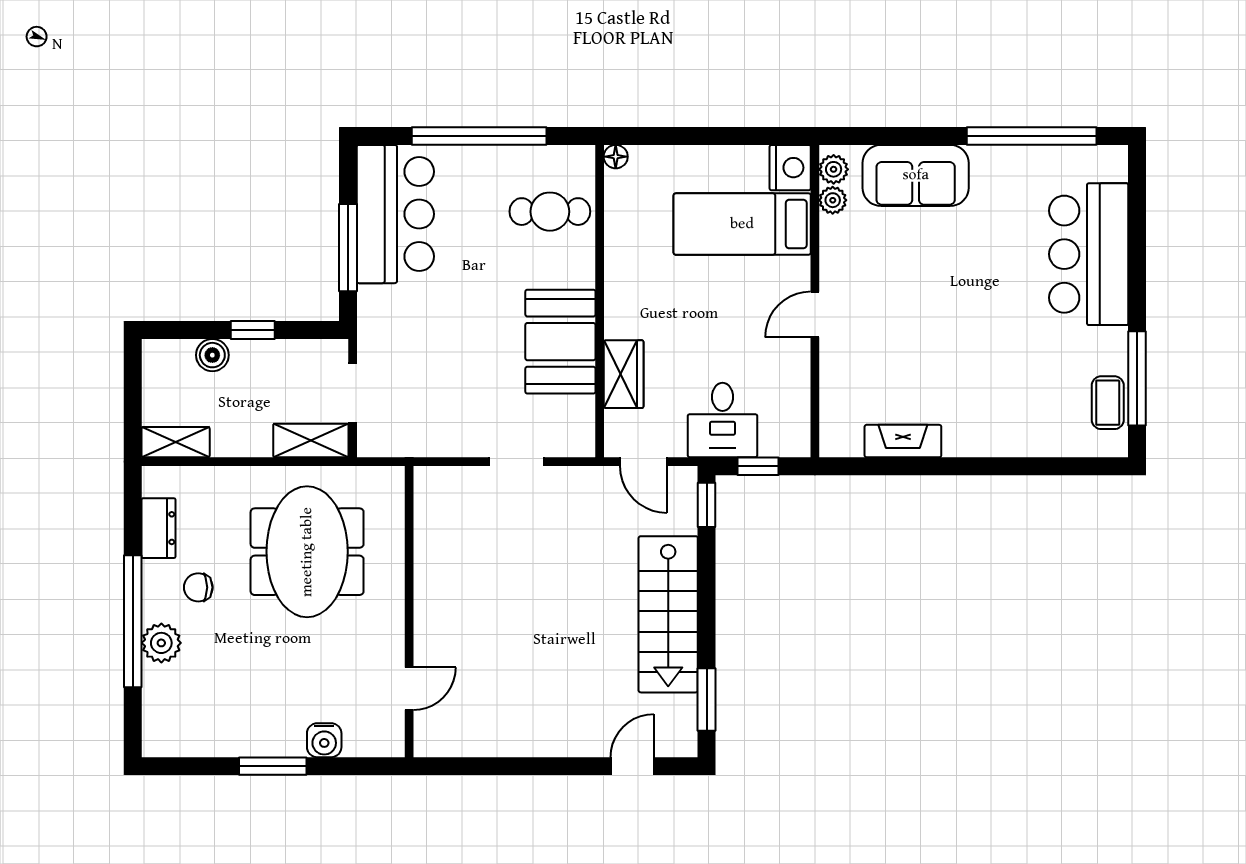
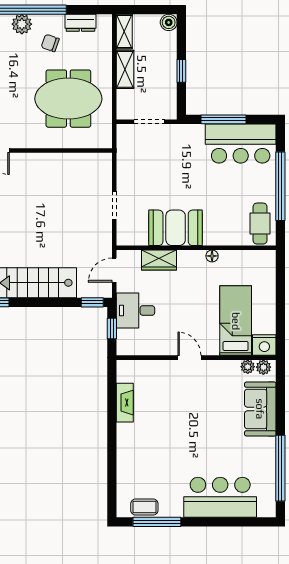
floor lamp: (616, 157) -> (212, 256), moved
cafe table: (550, 212) -> (260, 224), moved
boiler: (212, 355) -> (169, 22), moved
shelving: (311, 440) -> (125, 69), moved
chair: (198, 587) -> (50, 43), turned -71

